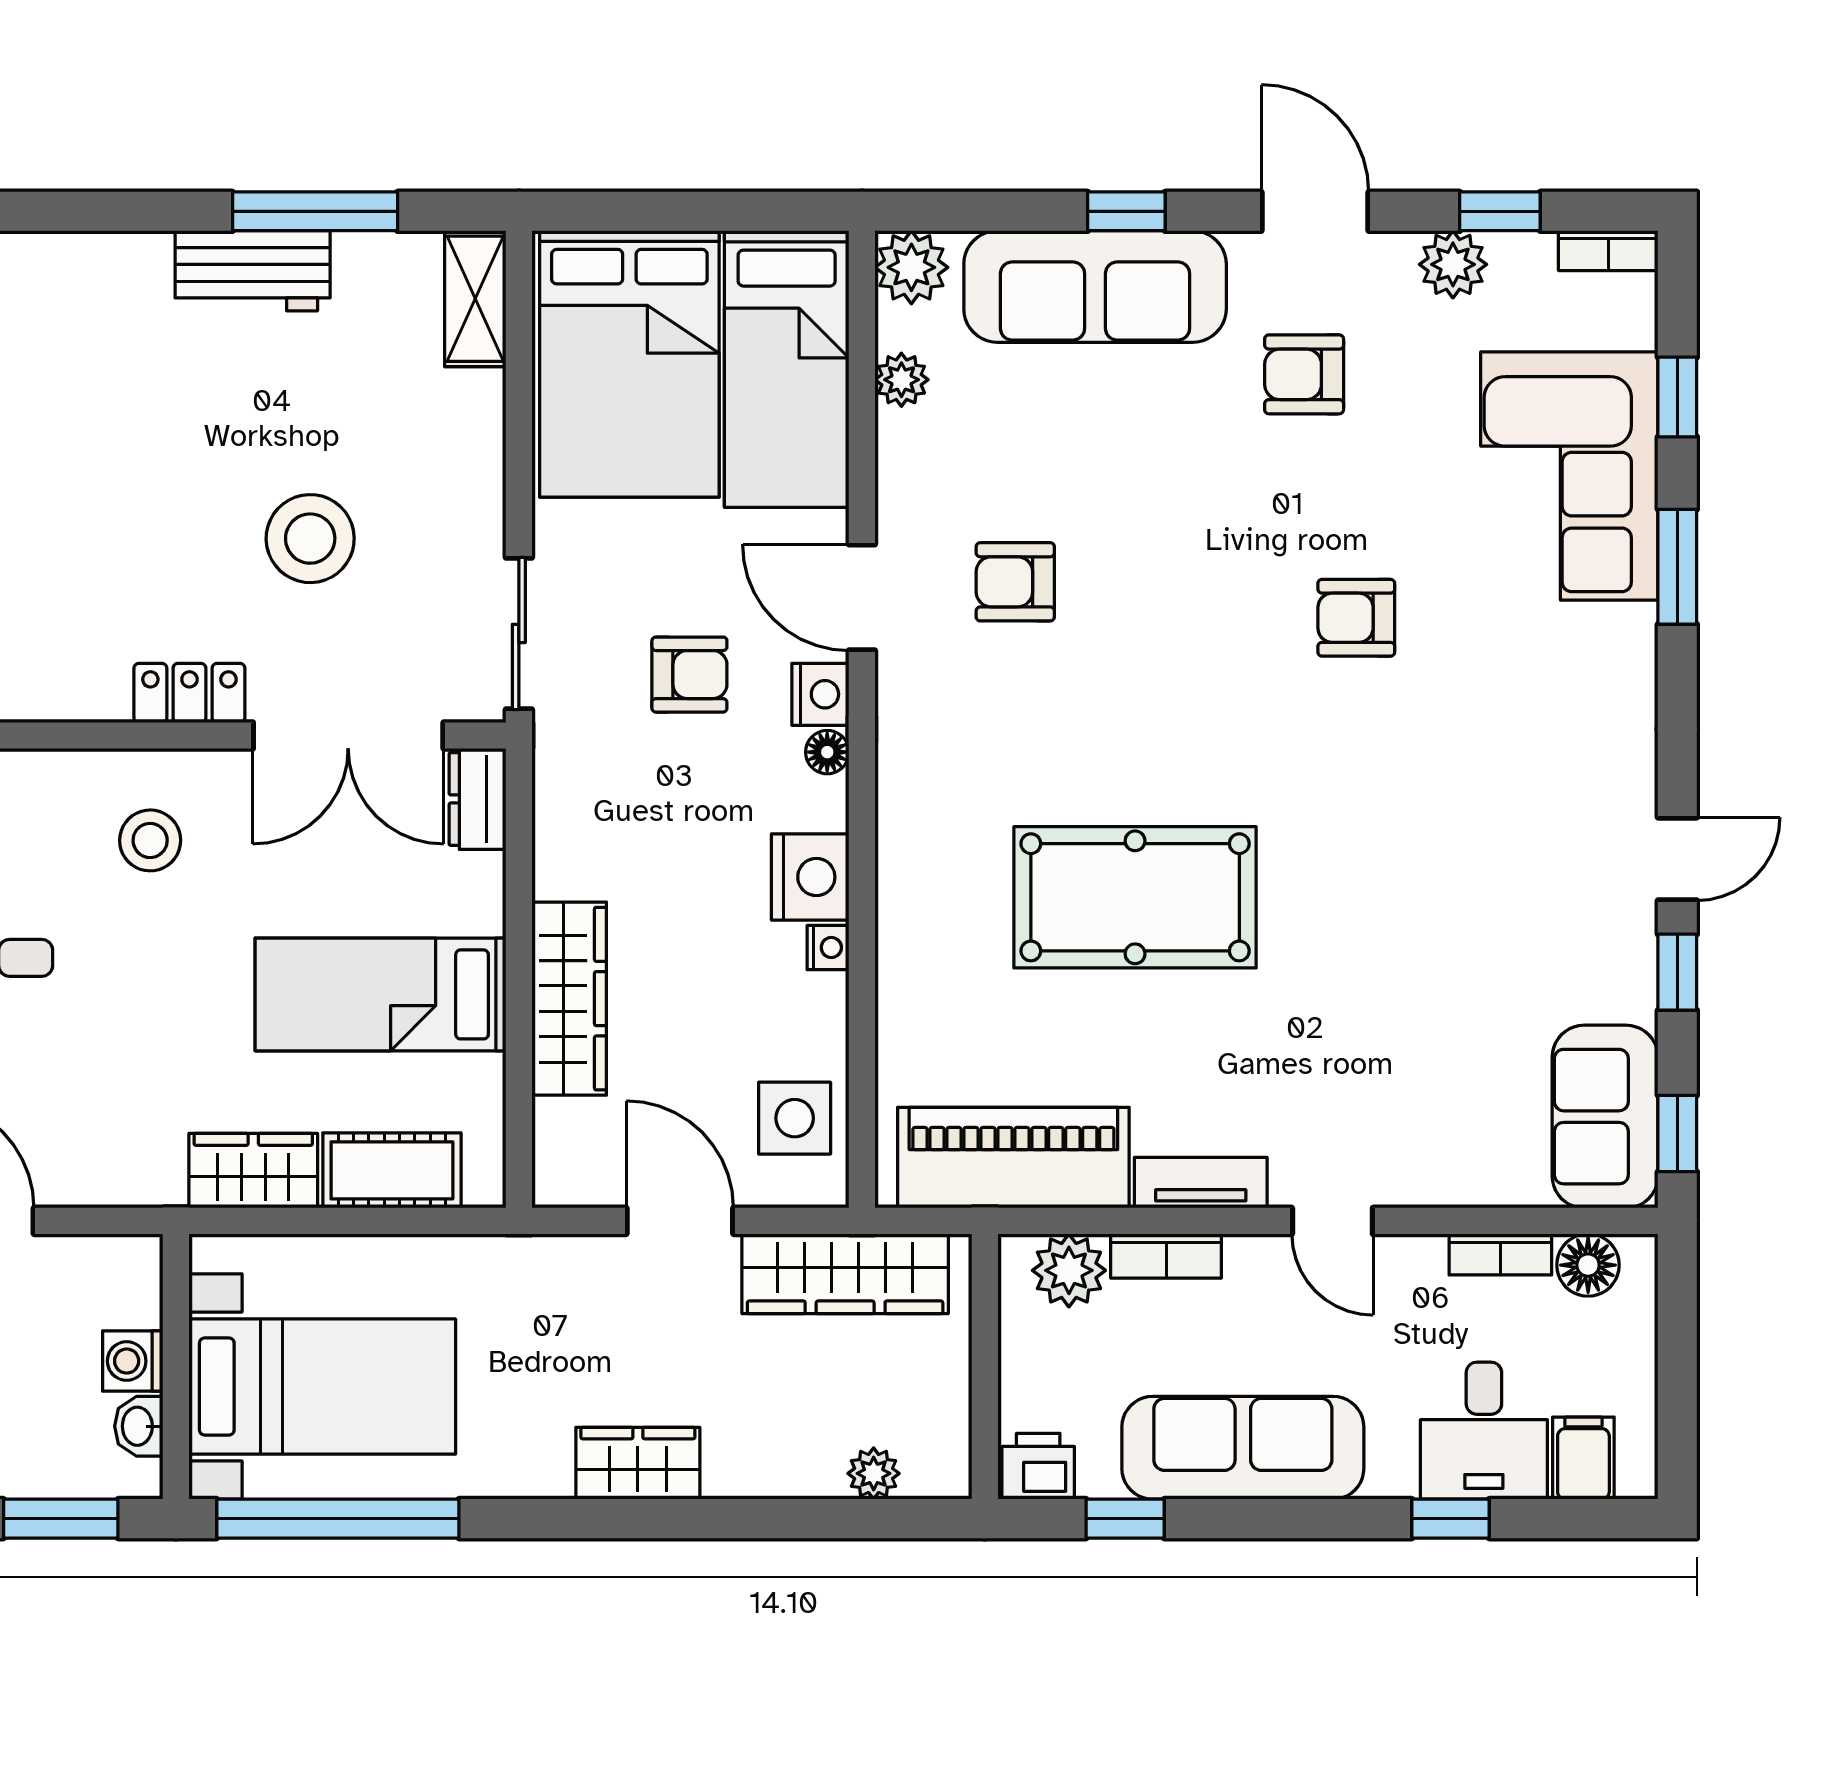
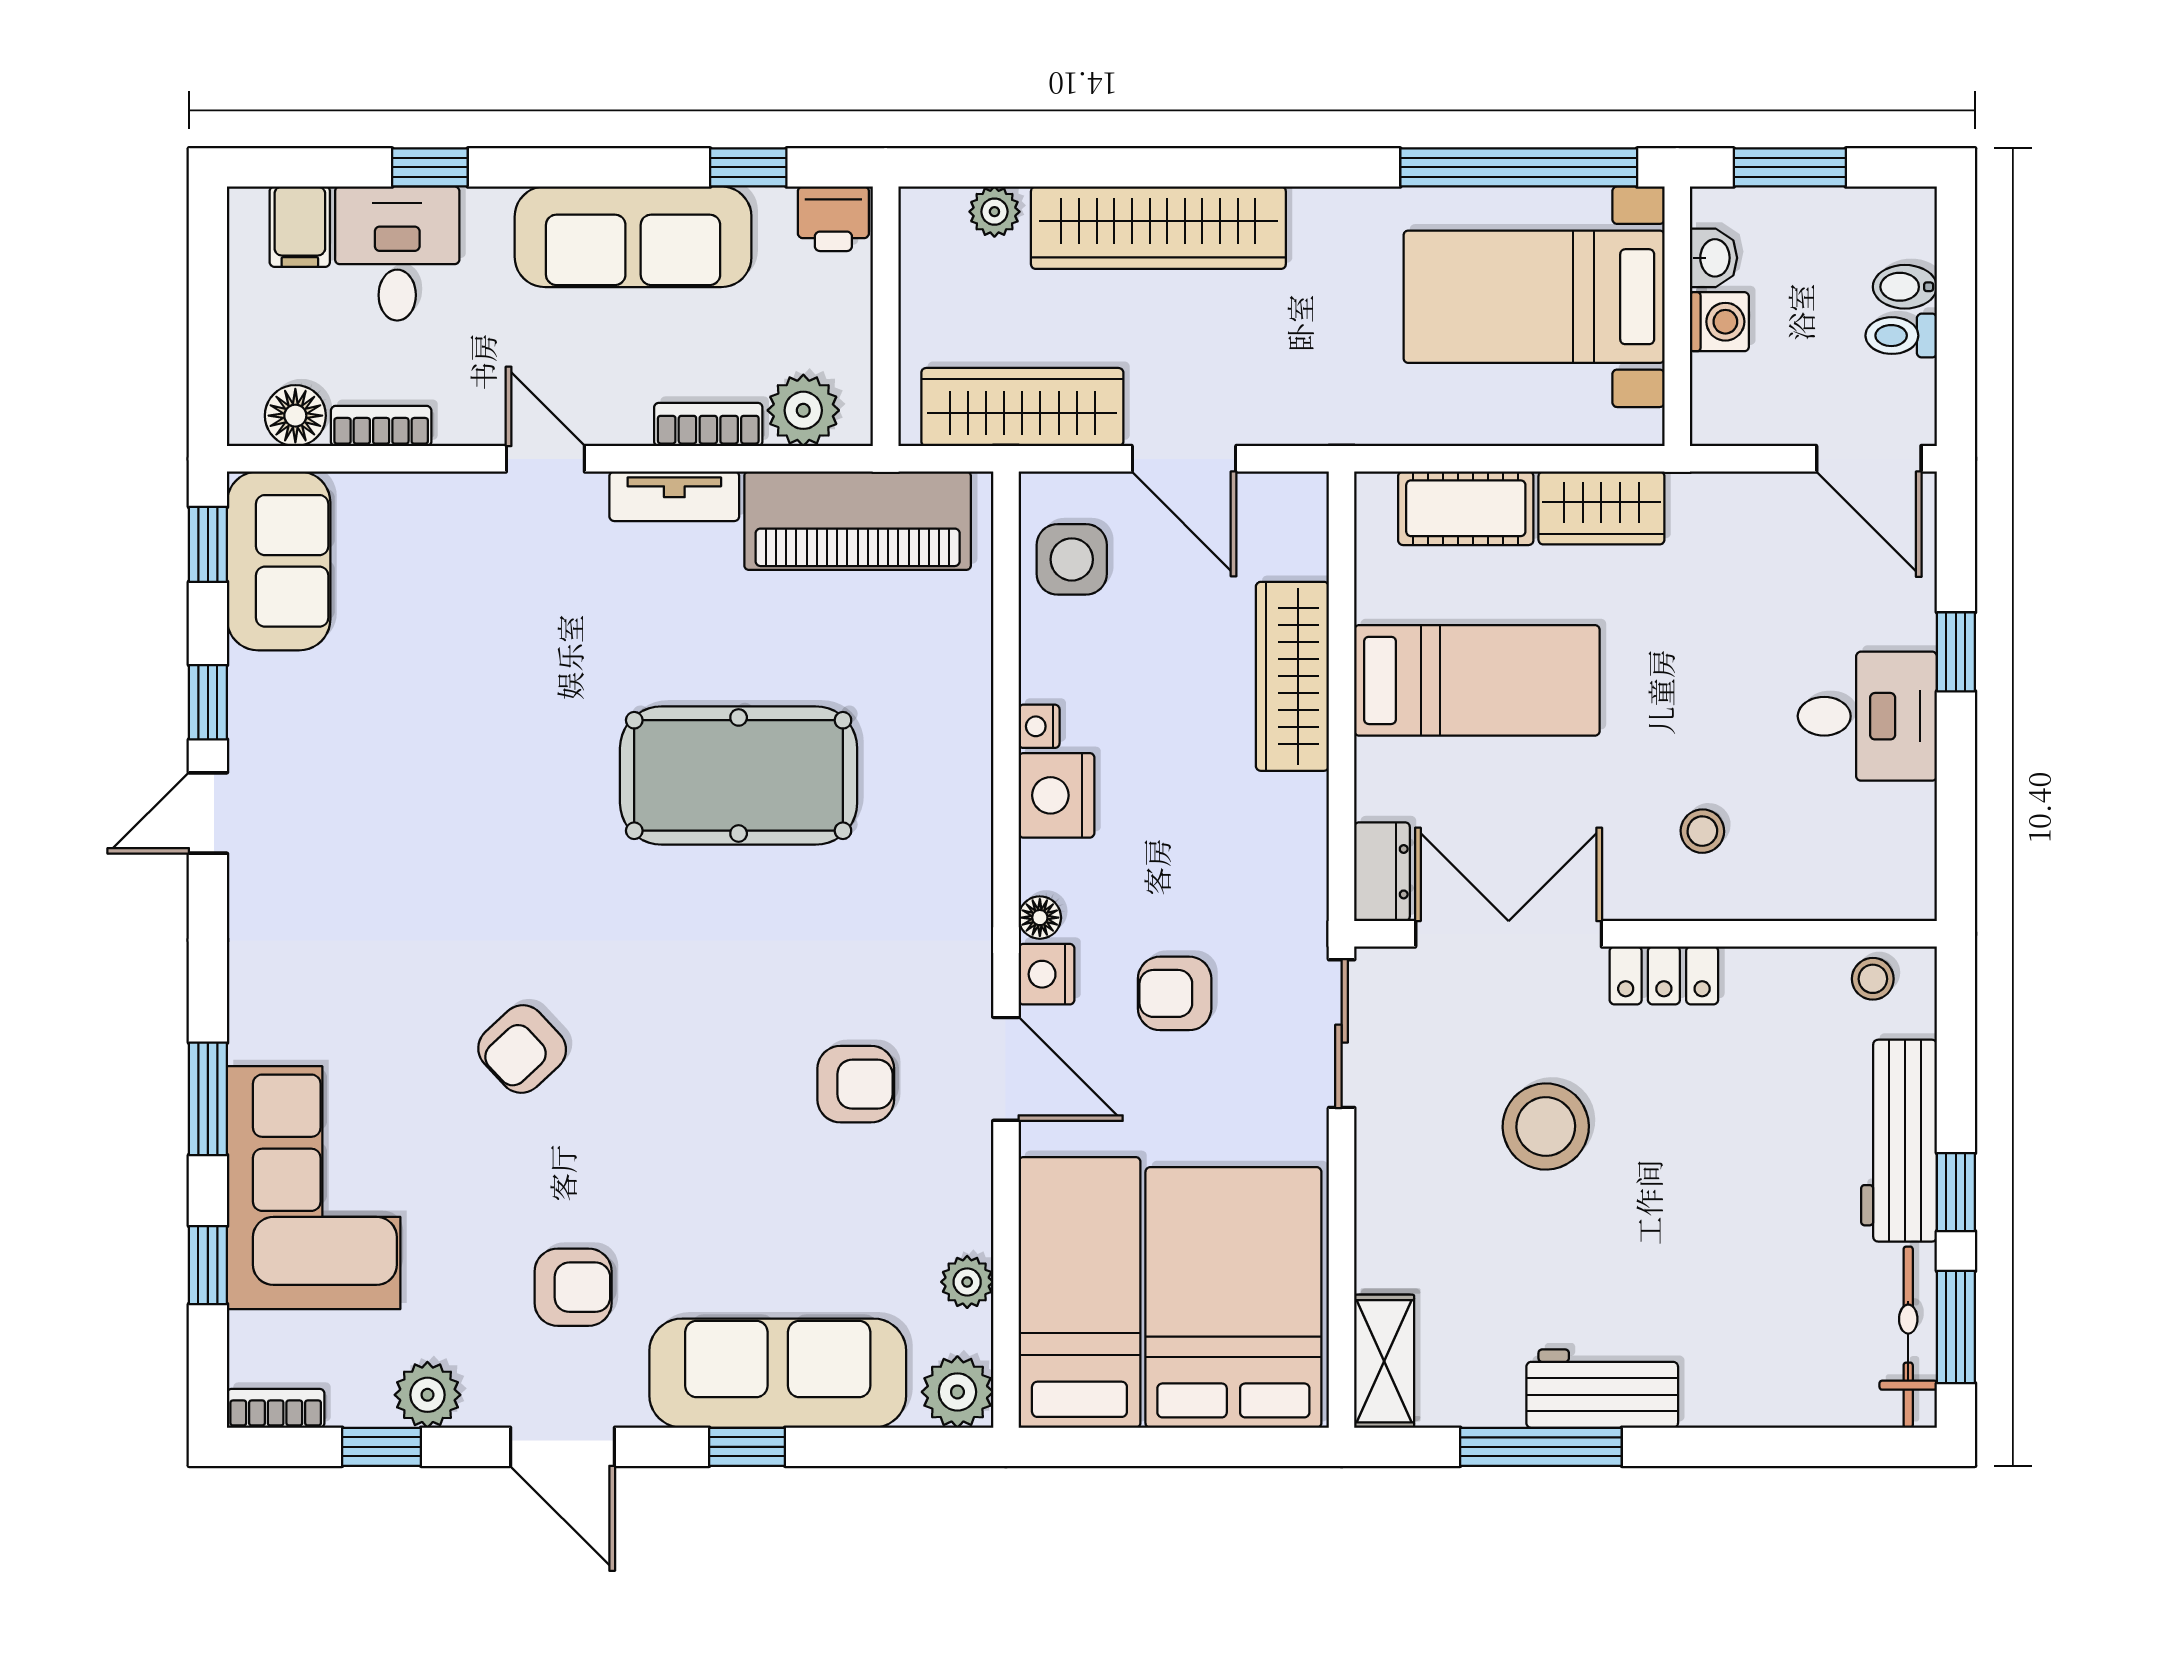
armchair: (1356, 618) -> (522, 1049), turned 137
stool: (150, 840) -> (1702, 831), width x0.73, depth x0.73
wardrobe: (638, 1463) -> (1158, 228), width x2.10, depth x1.17

